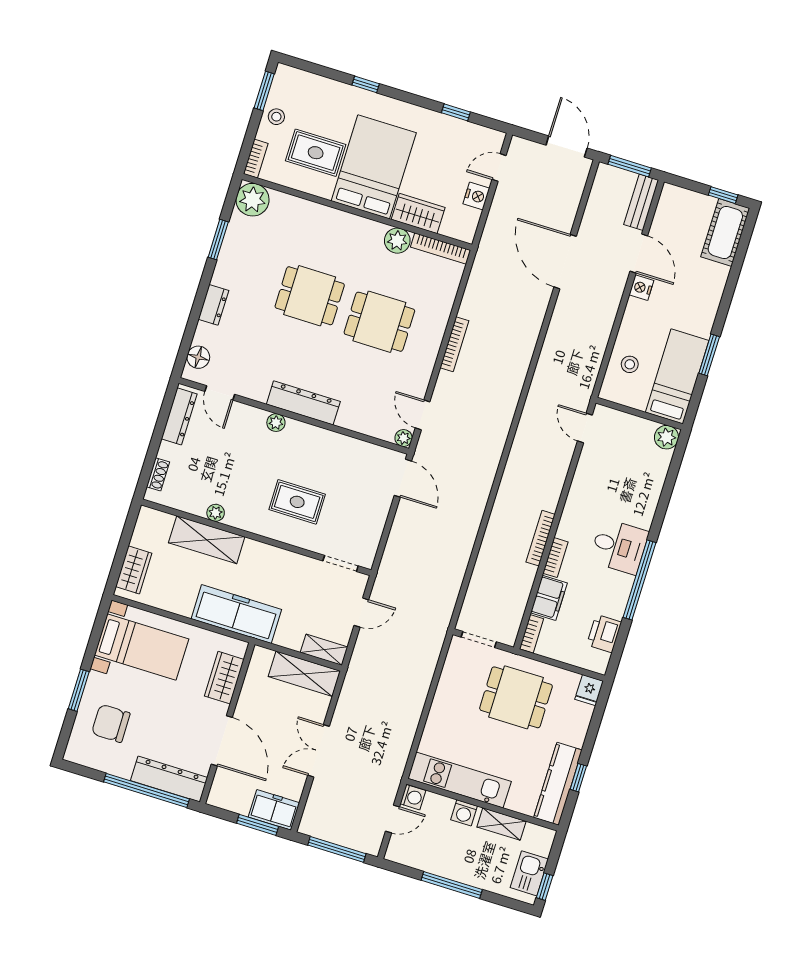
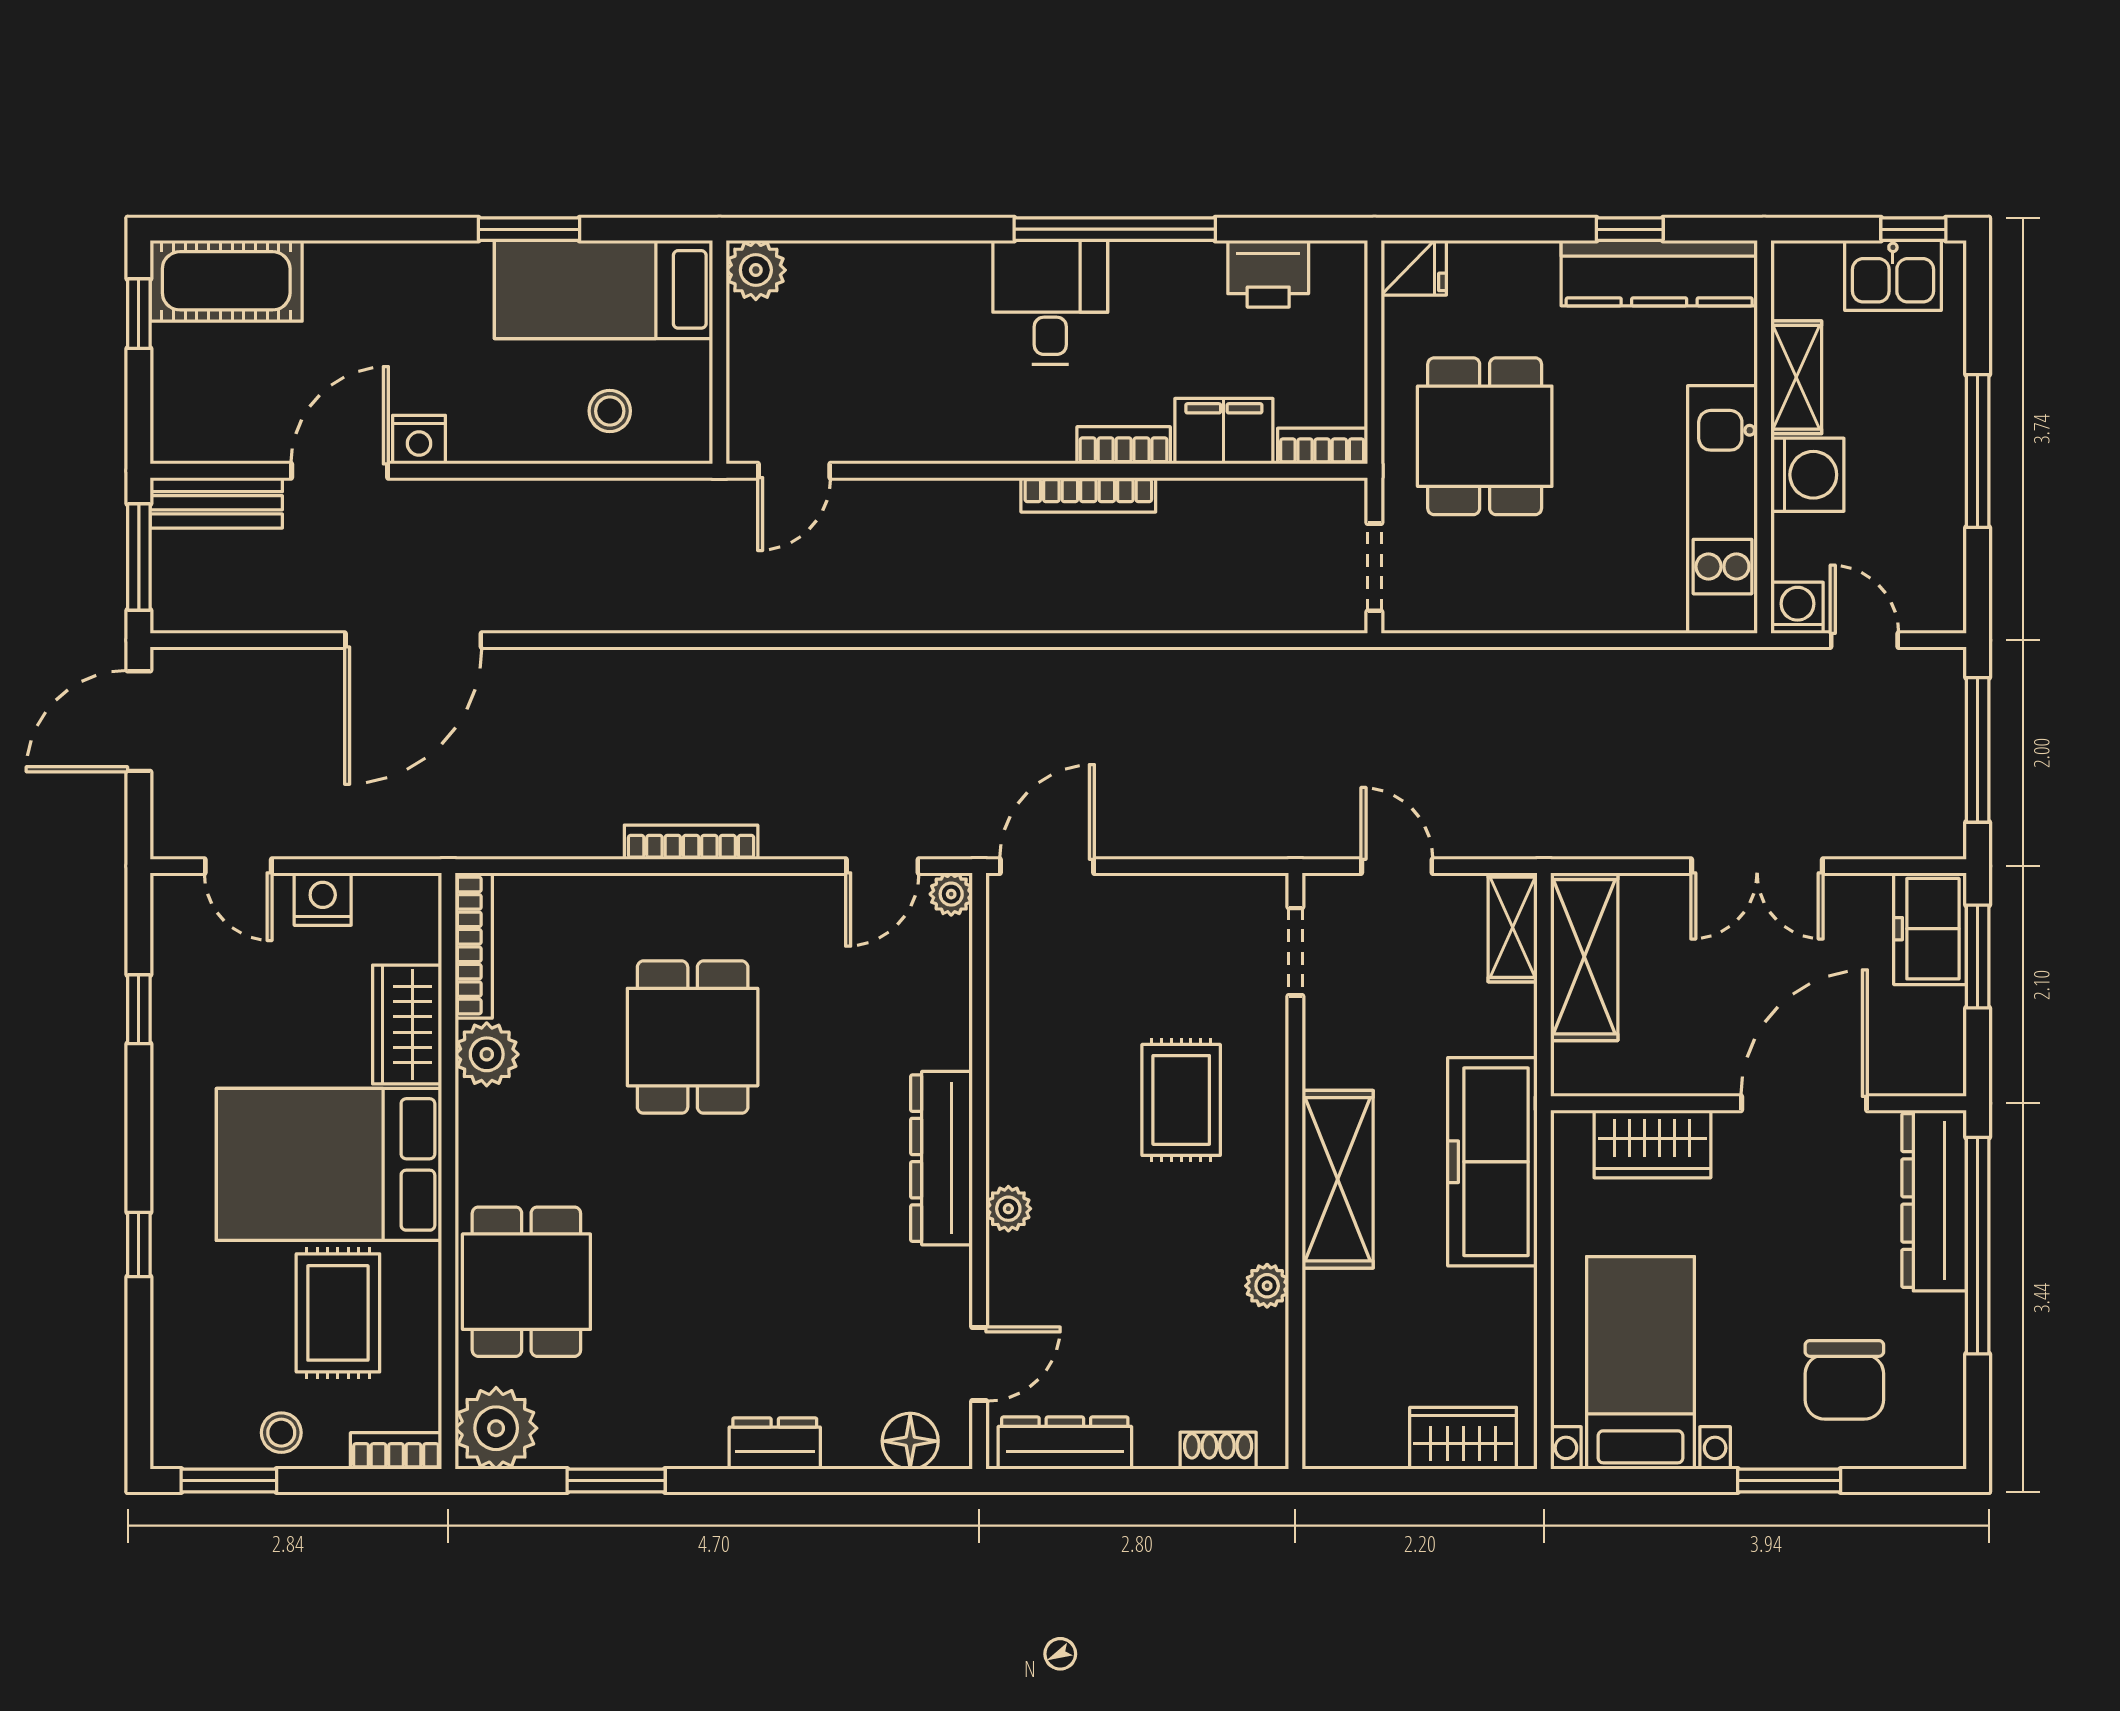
dining table: (310, 296) -> (526, 1282), moved
shelving: (207, 540) -> (1338, 1179), moved
washing machine: (464, 813) -> (1807, 475), width x1.38, depth x1.38

